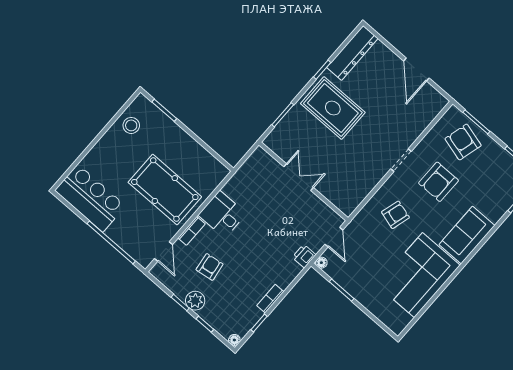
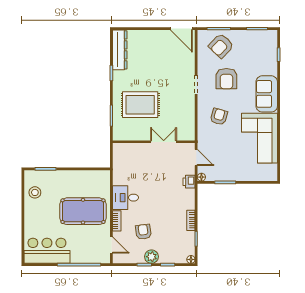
door: (416, 69) -> (181, 29), moved
rug: (333, 108) -> (140, 105), moved
armchair: (463, 142) -> (221, 46), turned -61
double door: (299, 177) -> (164, 142), moved

